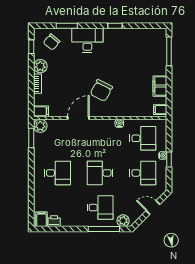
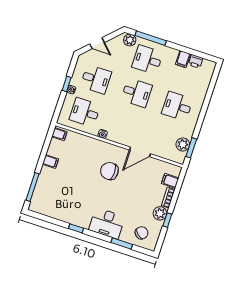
window: (31, 47) -> (167, 220), moved
filing cabinet: (160, 86) -> (51, 162), width x0.50
chair: (101, 90) -> (109, 171), turned -117
filing cabinet: (41, 111) -> (170, 181), moved
plant: (40, 126) -> (183, 144), moved
desk: (143, 173) -> (96, 79), turned 180
filing cabinet: (42, 219) -> (183, 59), moved

